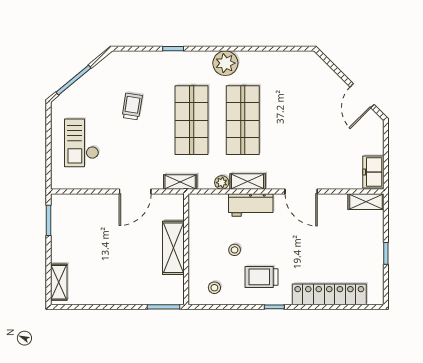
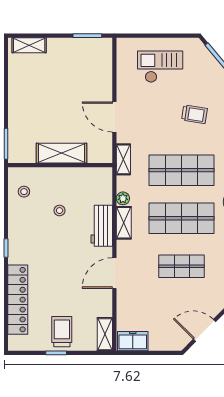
shop shelf: (294, 120) -> (182, 266), added
trolley: (262, 277) -> (62, 332), moved

